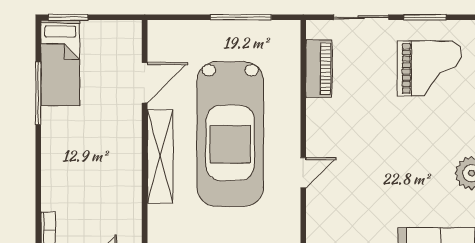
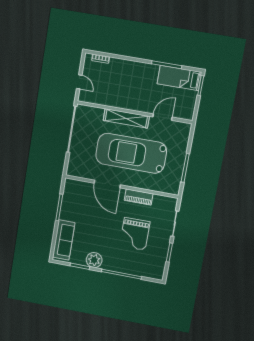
piano: (319, 68) -> (139, 197), moved
grand piano: (429, 68) -> (135, 234), moved
door: (145, 83) -> (162, 117), swing flipped
door: (303, 173) -> (107, 184), width x1.87

